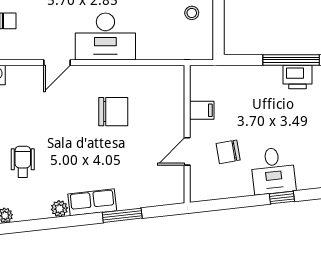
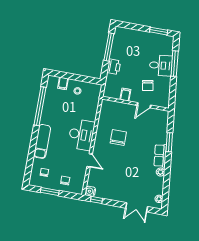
printer: (298, 77) -> (114, 67), moved
door: (187, 151) -> (144, 105), hinge flipped
wheelchair: (23, 162) -> (135, 186), removed
window: (282, 198) -> (175, 64), width x2.17

